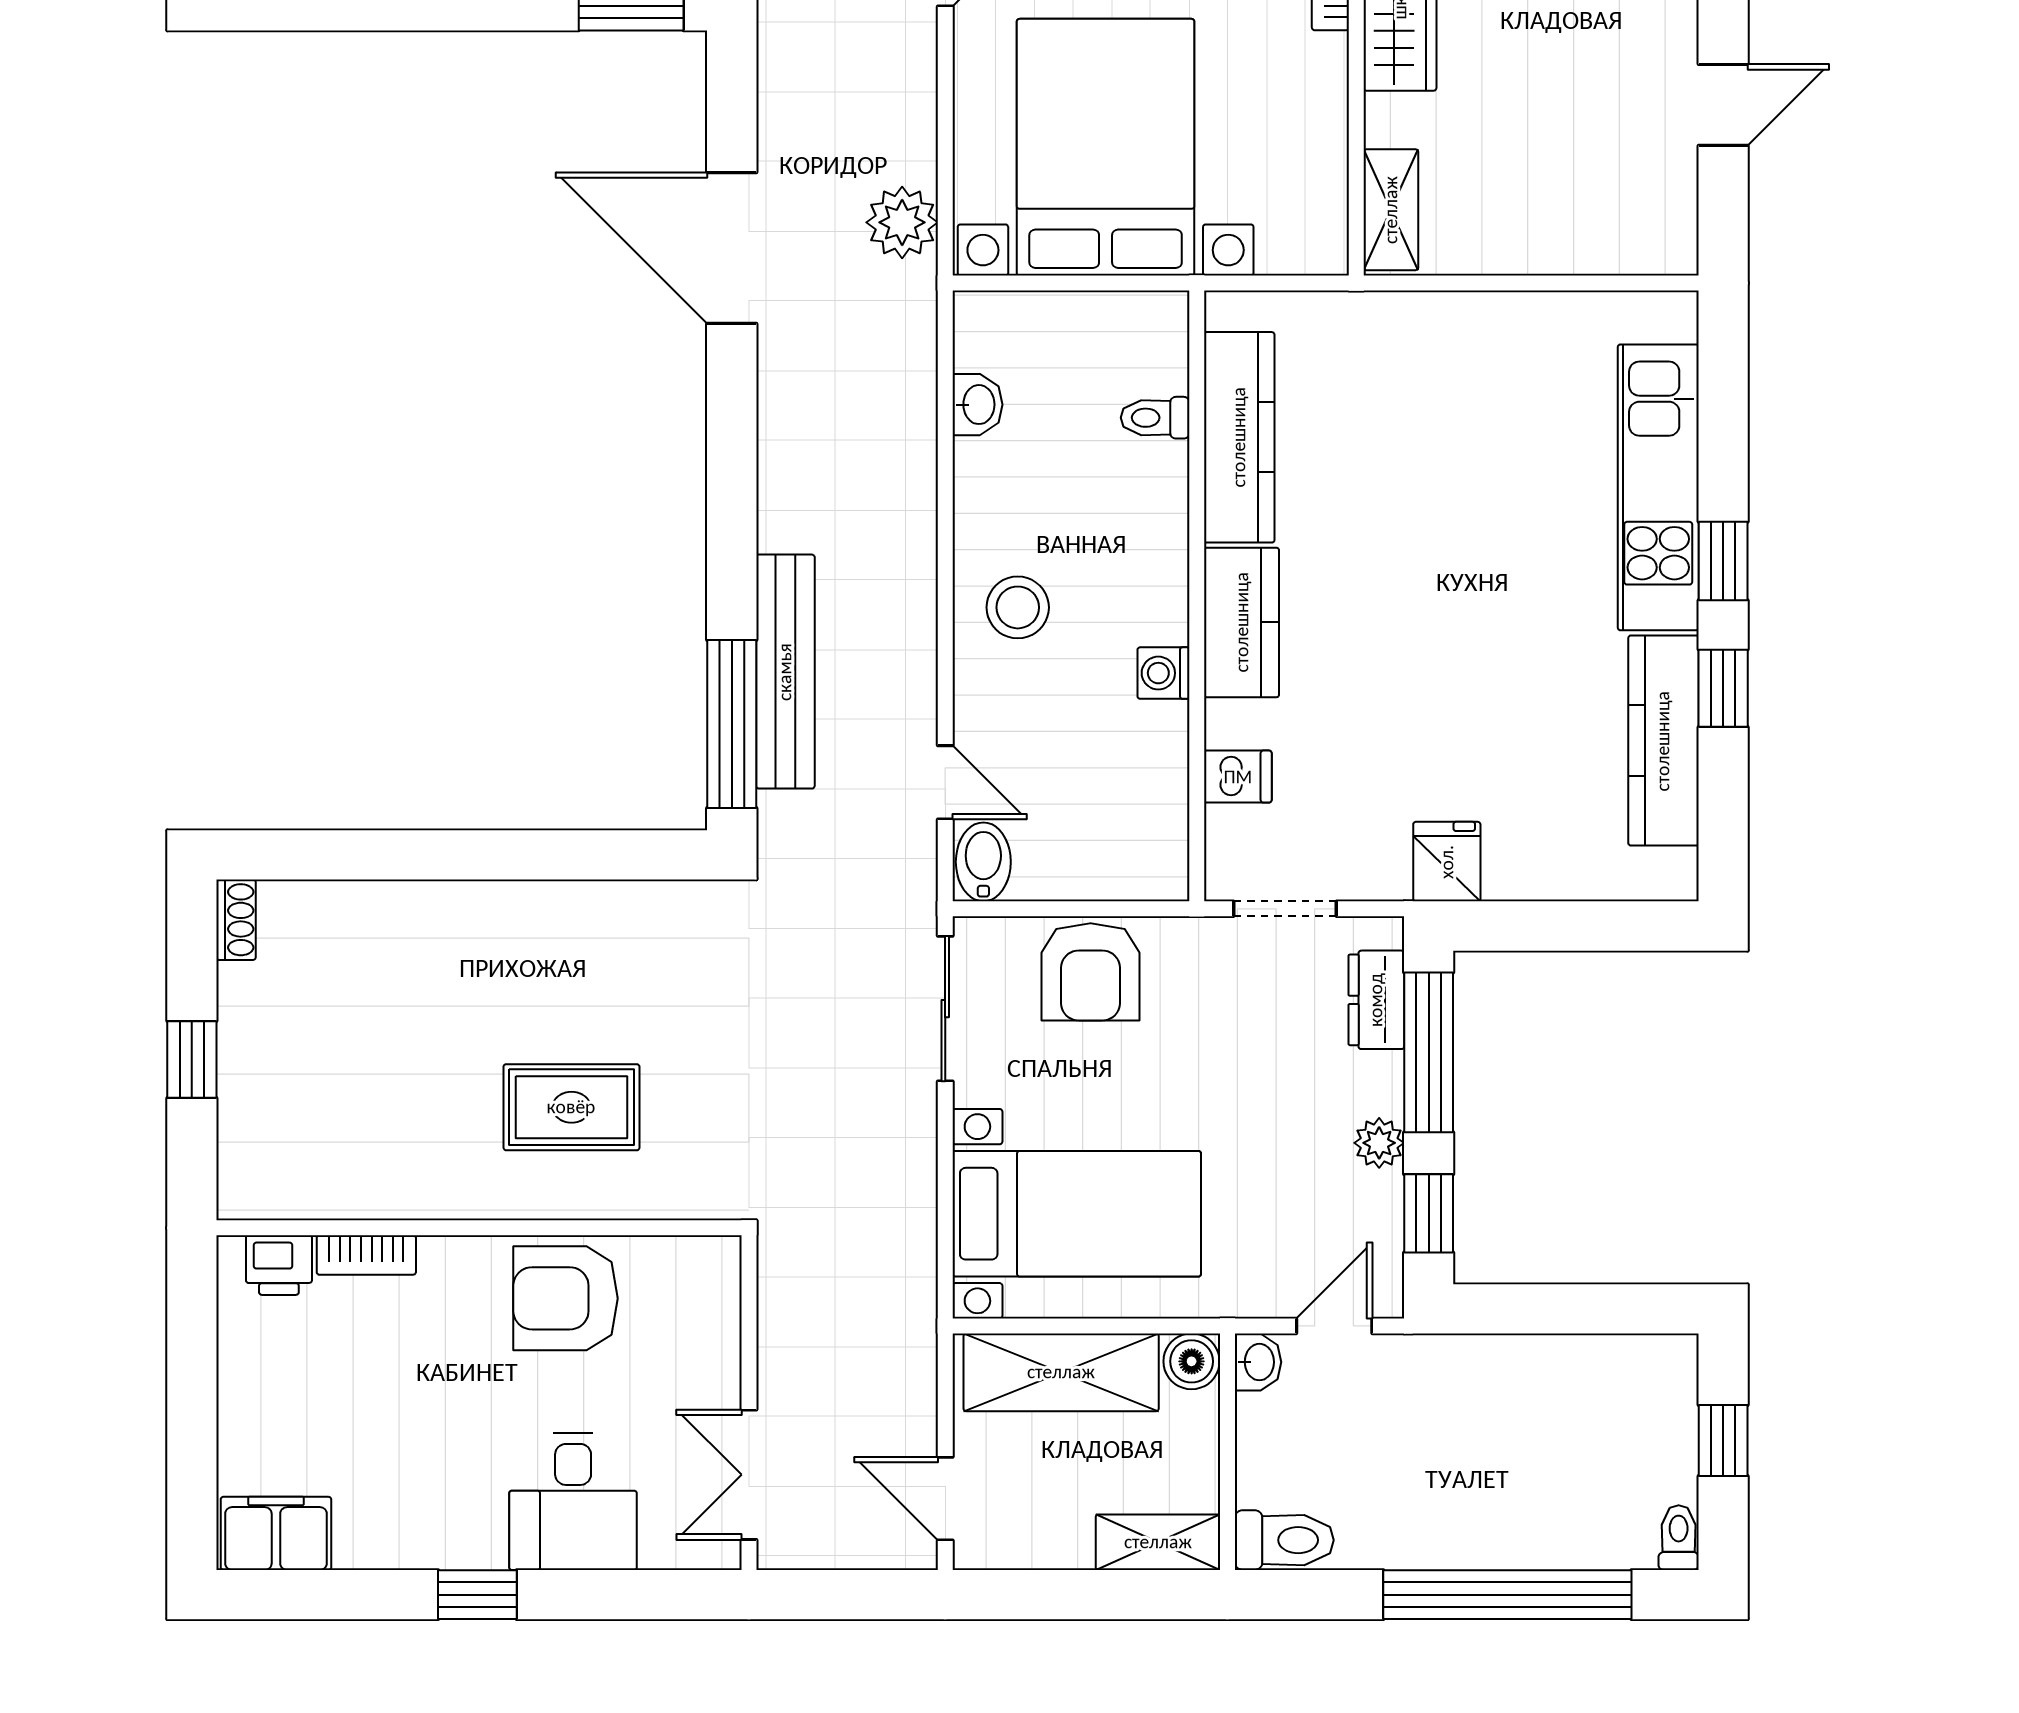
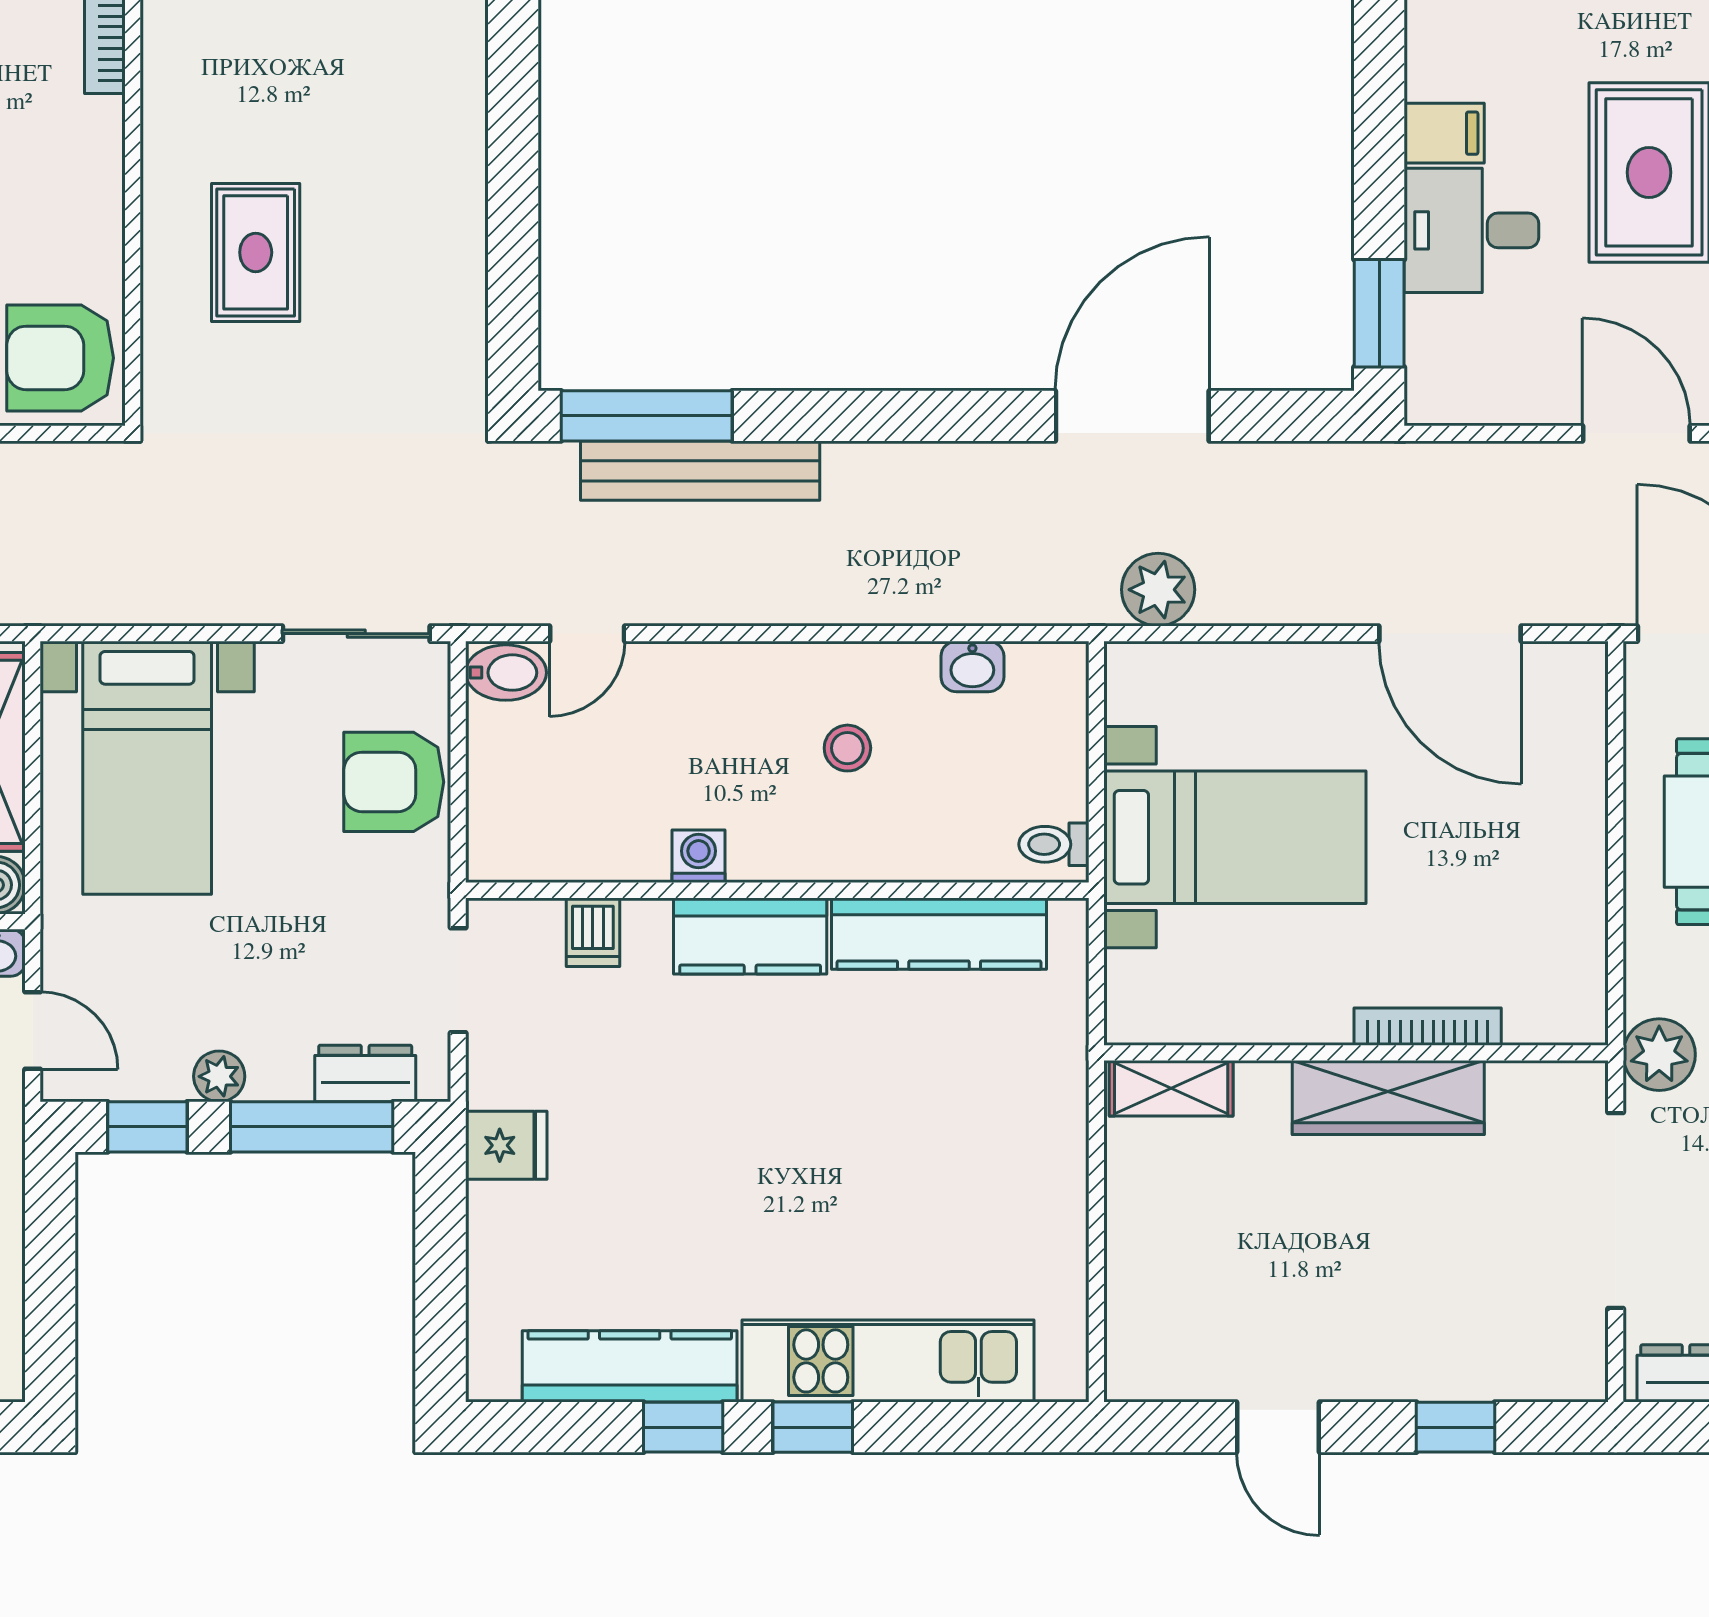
bed with nightstands: (1106, 147) -> (1235, 837), width x0.73
toilet: (1155, 418) -> (1054, 844), moved, turned -90
stool: (1018, 607) -> (847, 748), moved, width x0.73, depth x0.73
armchair: (566, 1298) -> (60, 358), moved, turned -90

